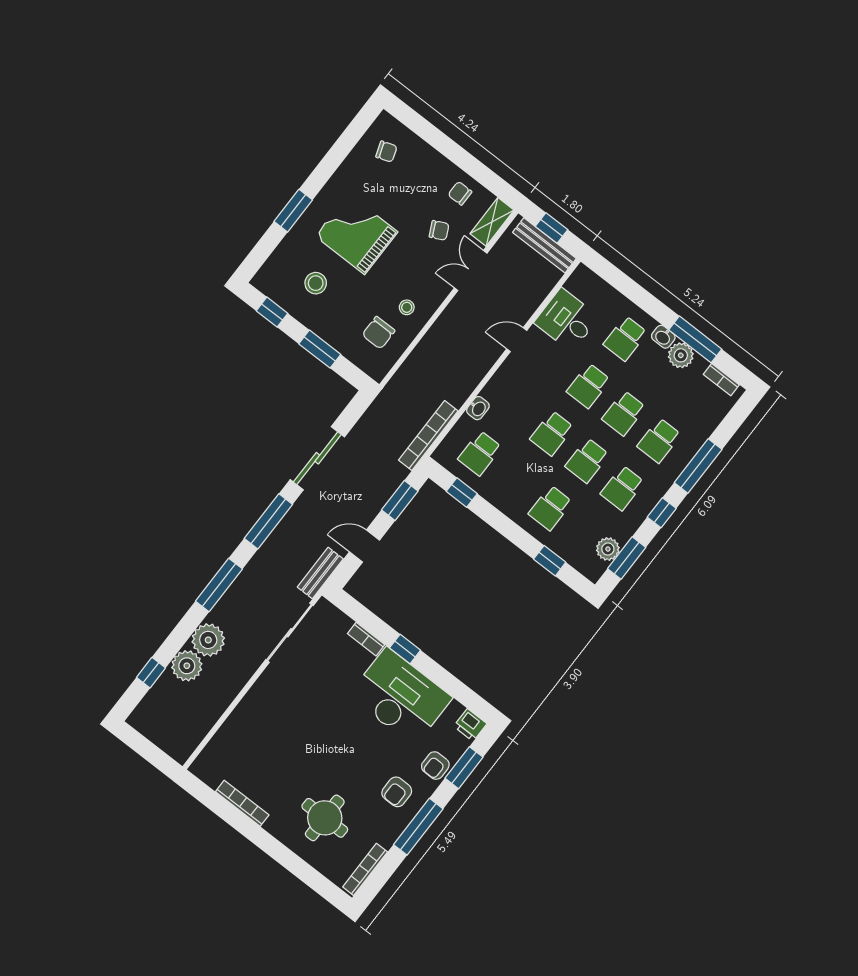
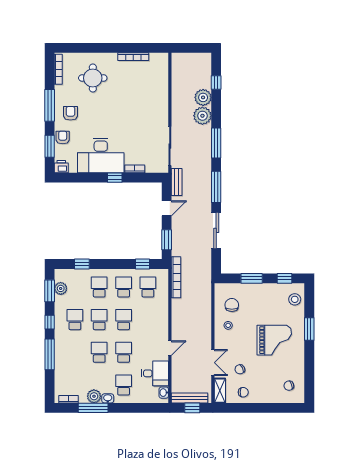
stool: (316, 283) -> (295, 299), moved
washbasin: (478, 408) -> (164, 393), moved
school desk: (659, 440) -> (124, 287), moved

